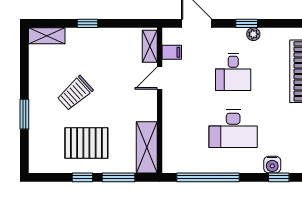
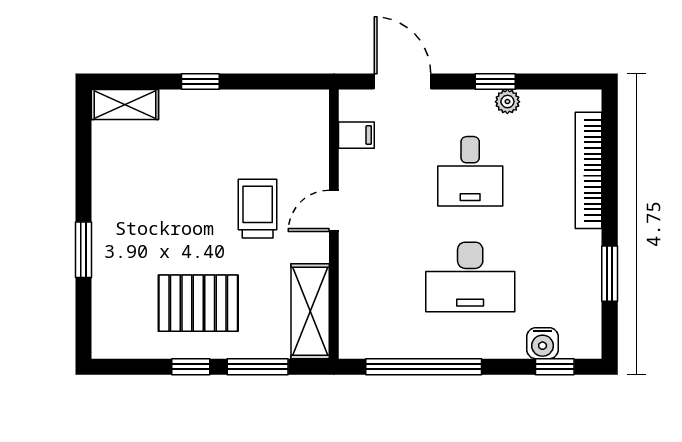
shelving: (150, 46) -> (316, 124), removed
door: (160, 78) -> (334, 211), moved
trolley: (75, 93) -> (258, 209), moved, turned 132

